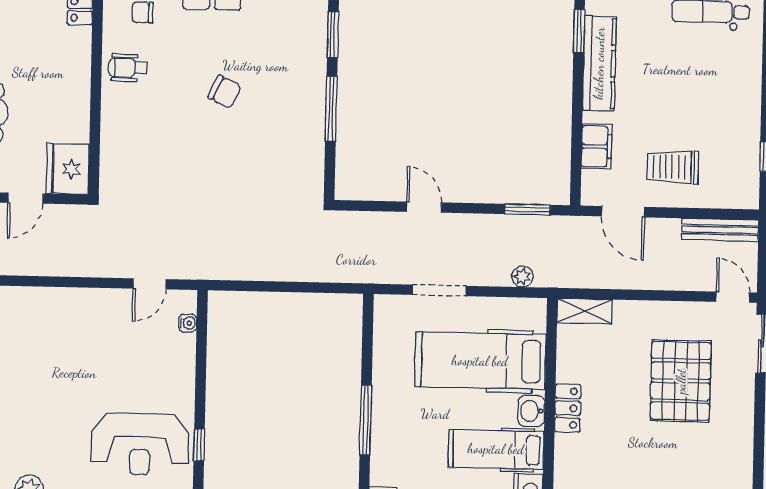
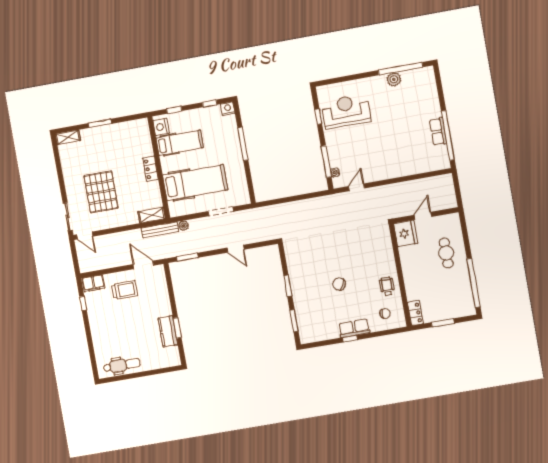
window: (579, 31) -> (177, 328), moved
kitchen counter: (599, 63) -> (168, 331), width x0.67
wheelchair: (128, 68) -> (387, 286), turned -90
window: (331, 109) -> (288, 286), width x0.69
filing cabinet: (596, 146) -> (93, 283), moved, turned -90
bench: (720, 230) -> (160, 230), moved
window: (201, 349) -> (326, 162), added
washbasin: (531, 411) -> (167, 164), removed

